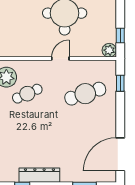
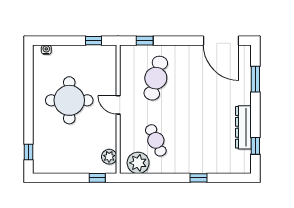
plant: (109, 50) -> (109, 157), moved
cafe table: (85, 94) -> (156, 78), turned 33

